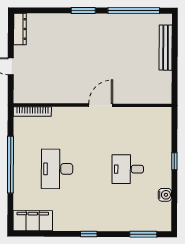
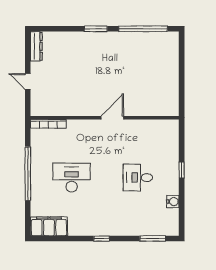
bench: (166, 48) -> (173, 63), removed
desk: (57, 169) -> (72, 178), turned 90

